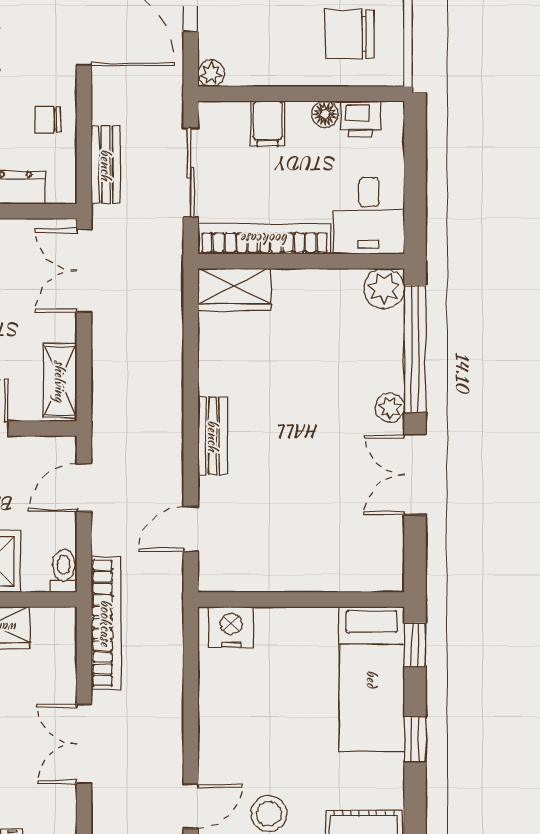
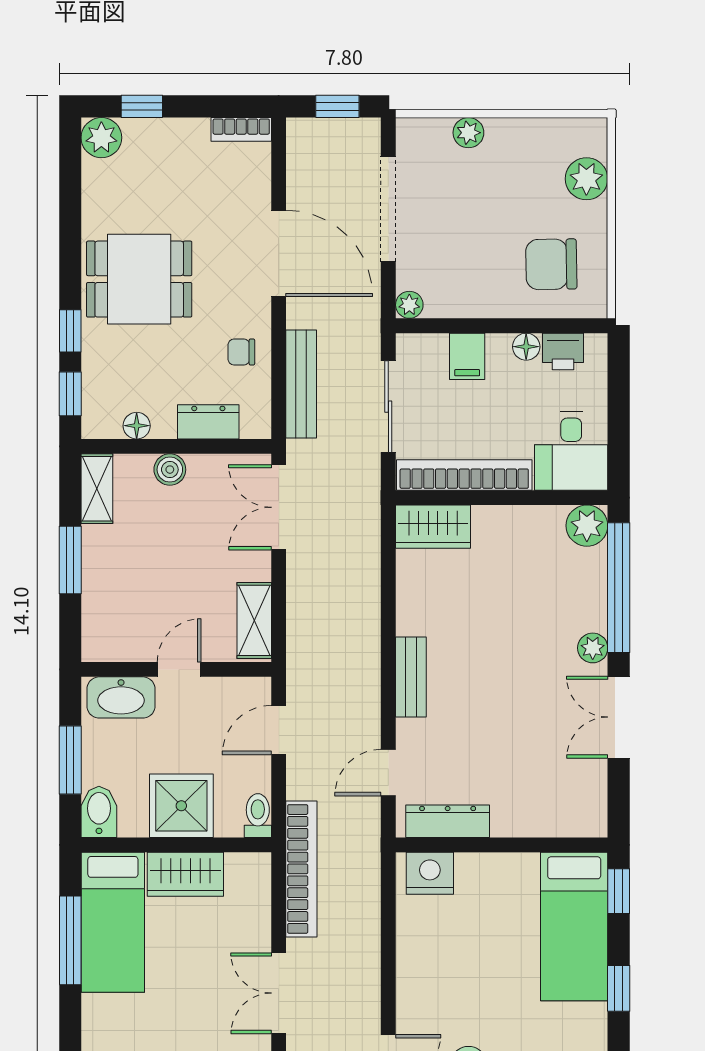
bench: (106, 165) -> (301, 384), width x1.36
dresser: (248, 576) -> (448, 821), added

